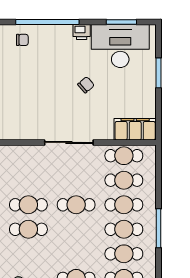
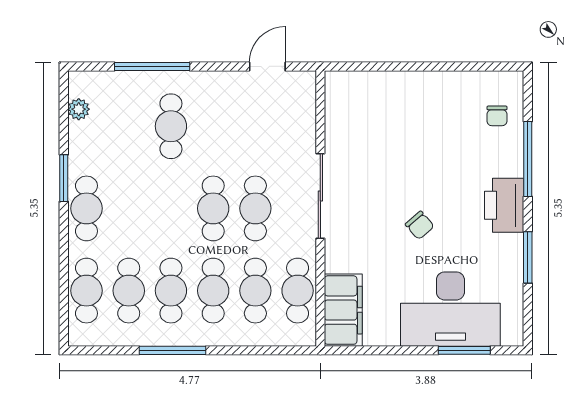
window: (47, 22) -> (528, 159), width x0.68
window: (121, 22) -> (528, 257), moved
printer: (82, 32) -> (504, 205), width x1.87, depth x1.48
desk: (120, 46) -> (450, 309), moved, turned 90
window: (159, 73) -> (464, 350), moved
cafe table: (28, 205) -> (255, 208), moved

